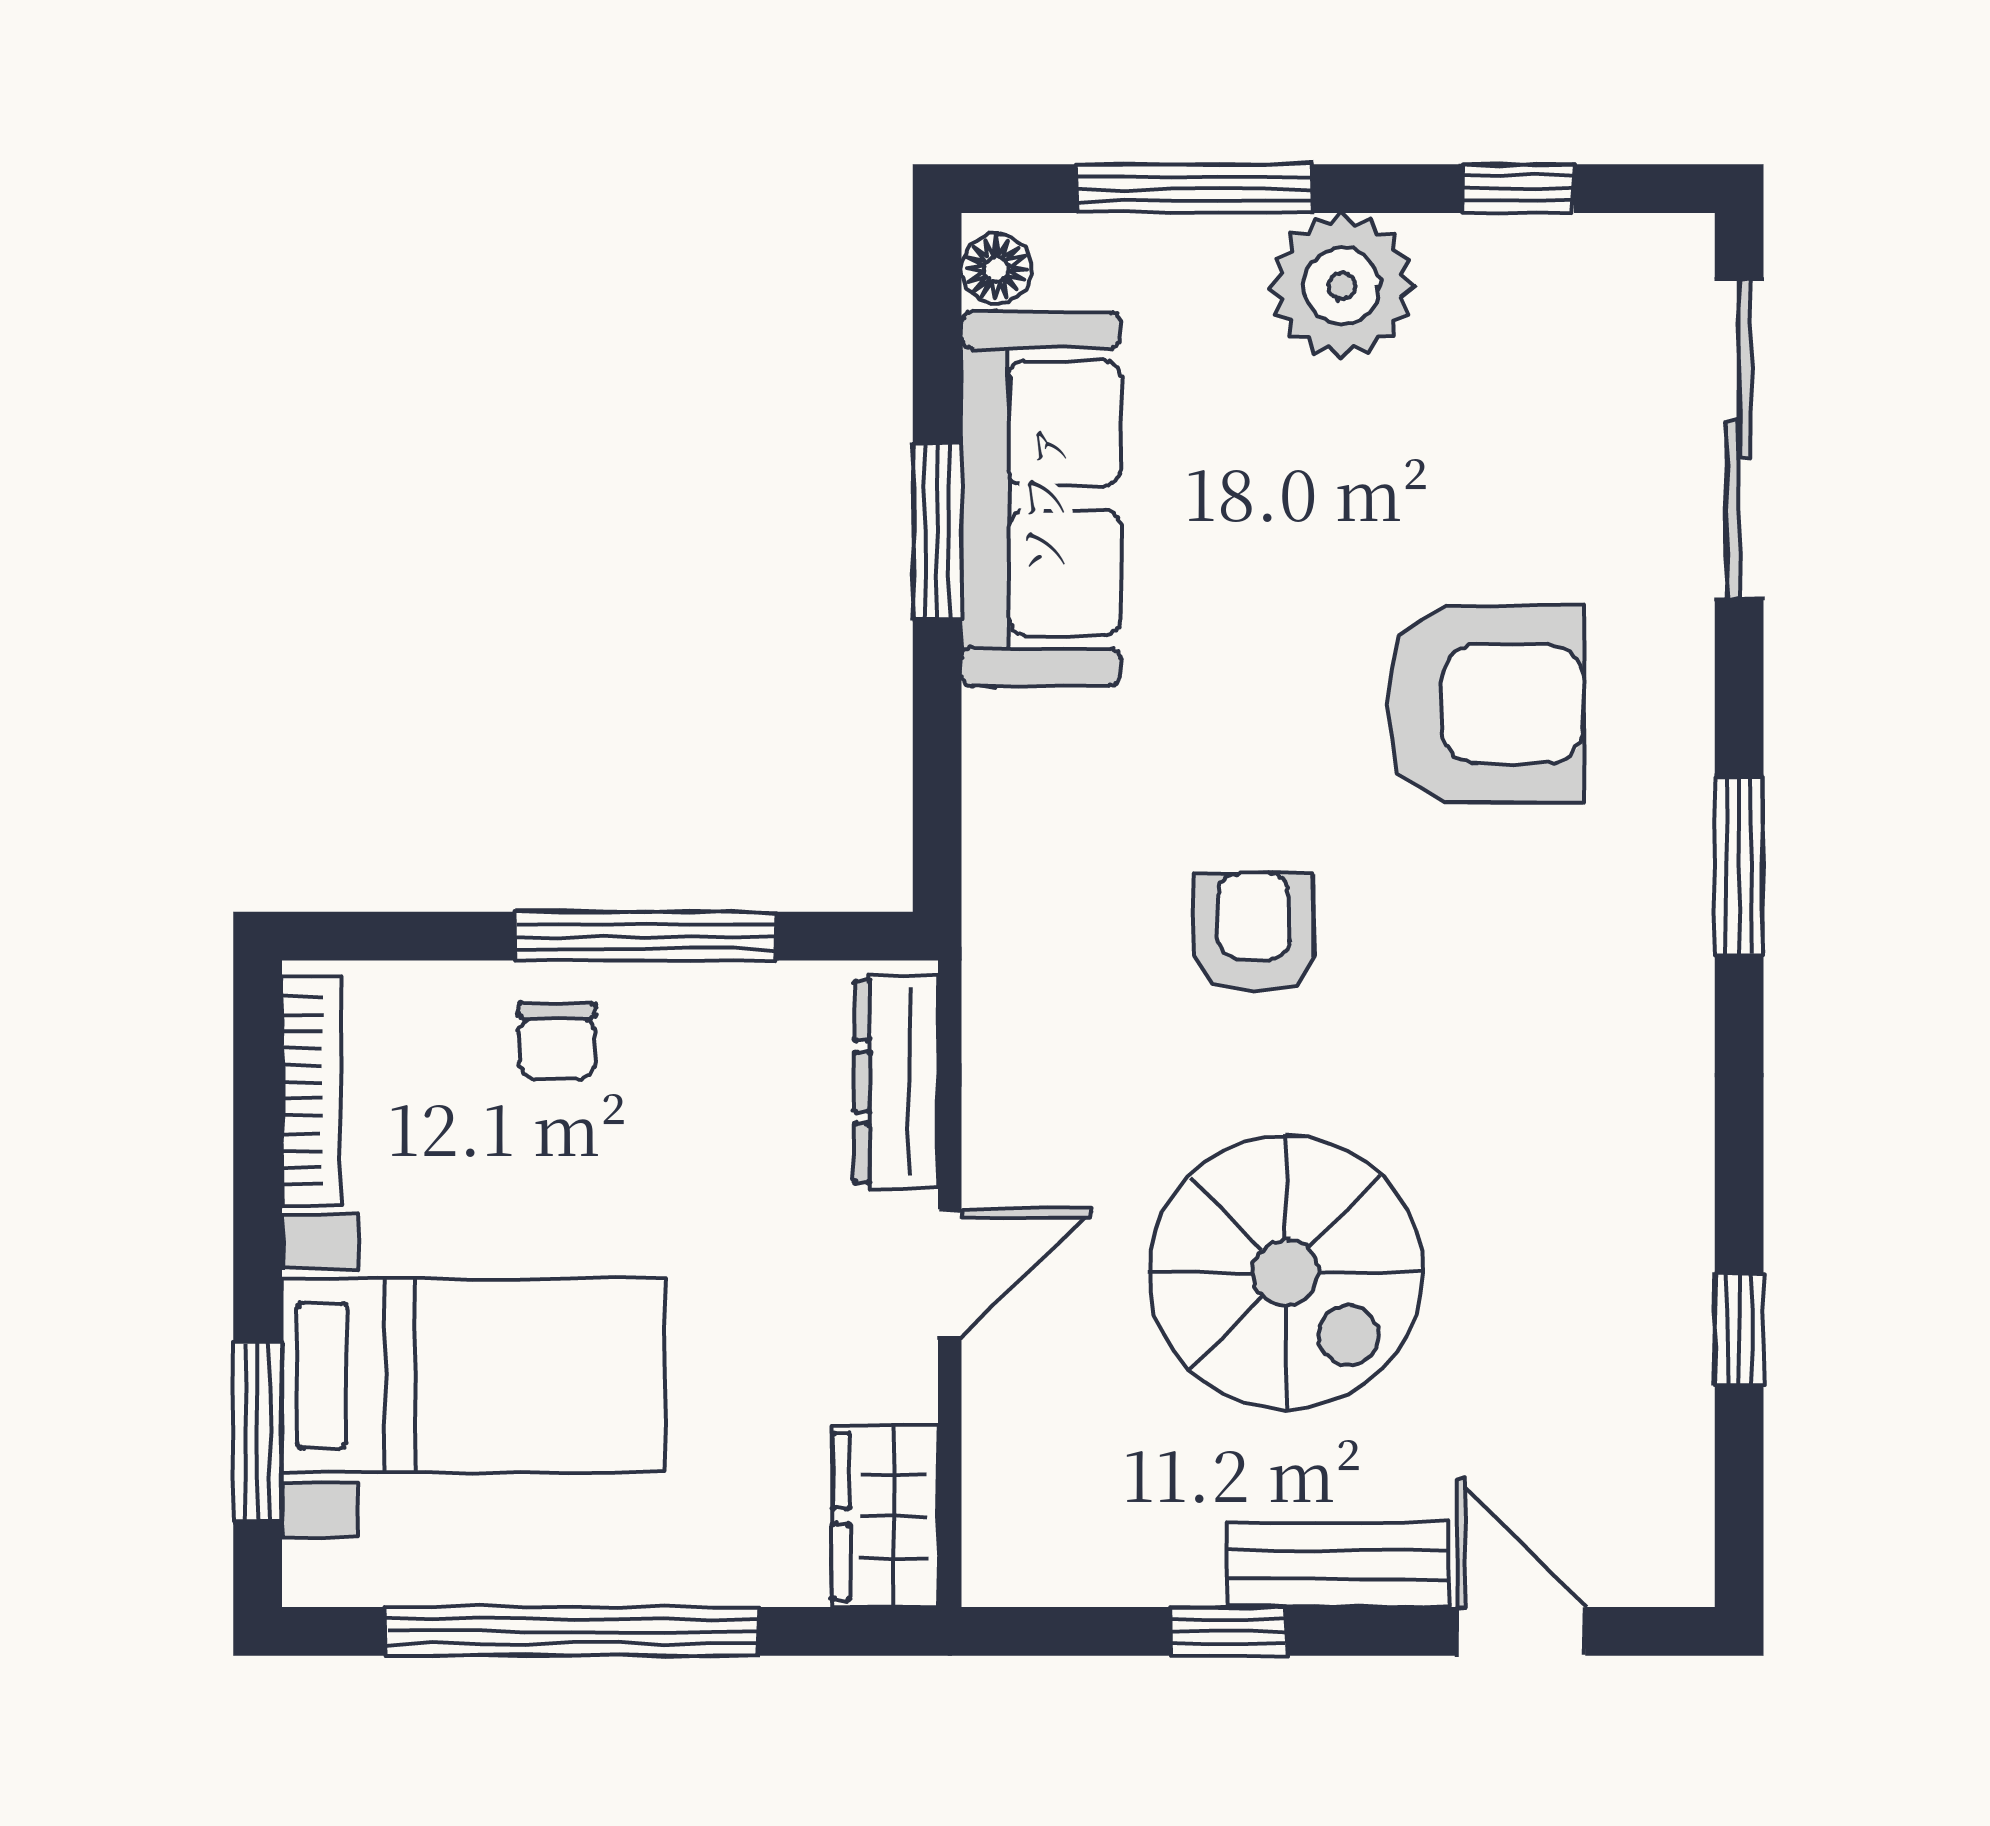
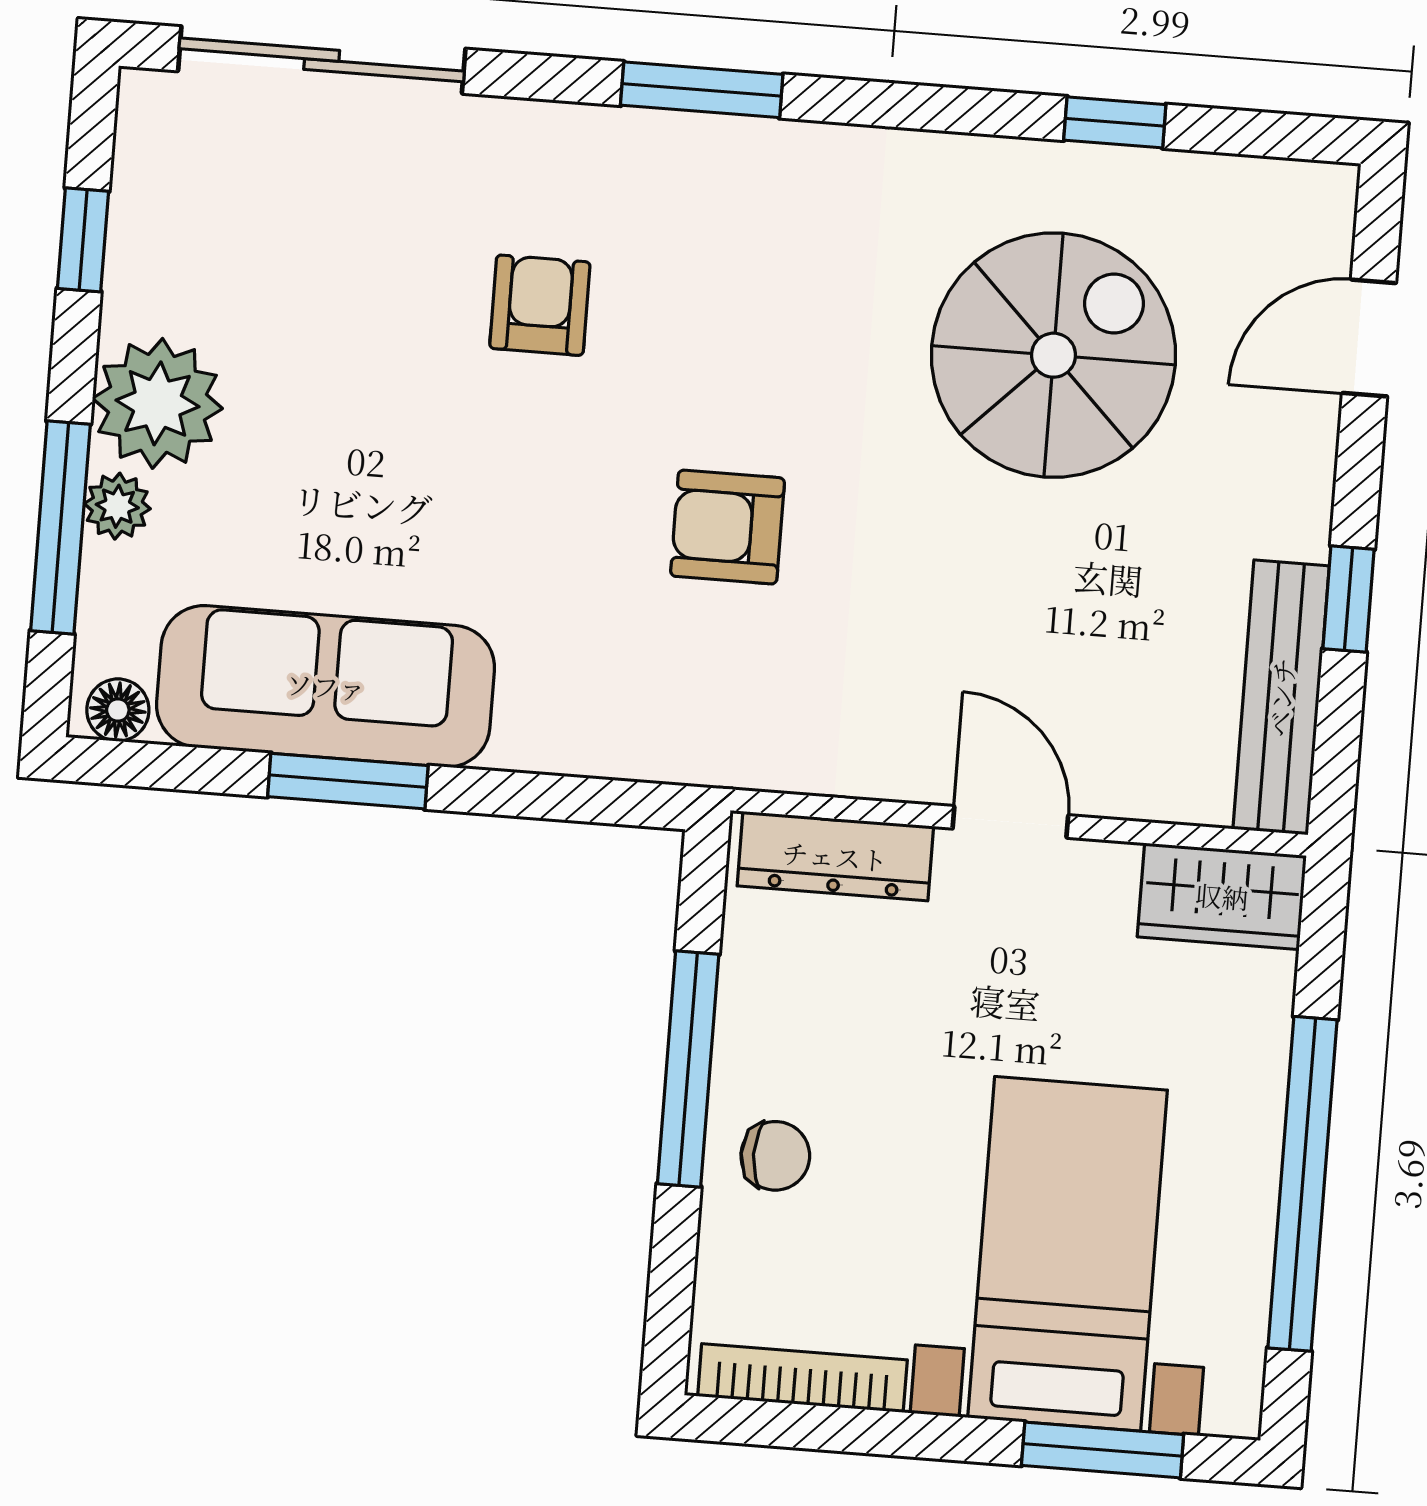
plant: (1224, 250) -> (117, 506), added
armchair: (1485, 704) -> (540, 305), width x0.53, depth x0.53
spiral stairs: (1286, 1272) -> (1053, 355), moved
bench: (1338, 1565) -> (1281, 697), moved, width x1.36

